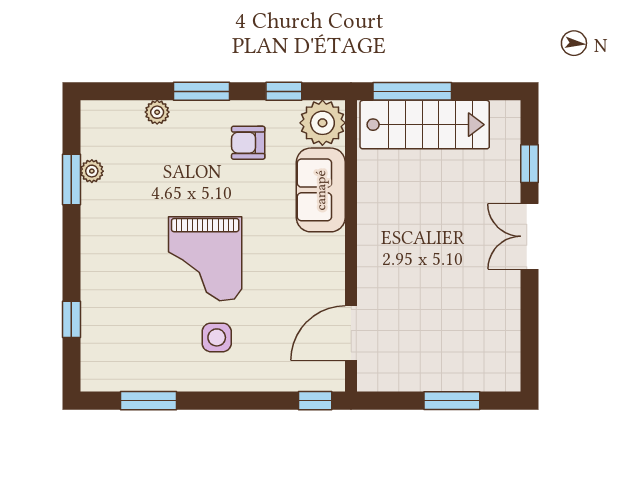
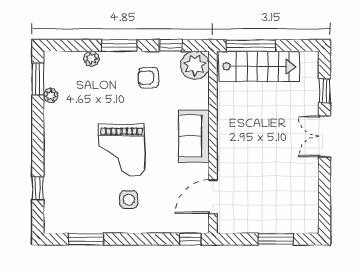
window: (71, 180) -> (38, 79), moved
sofa: (321, 190) -> (194, 136), moved

